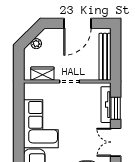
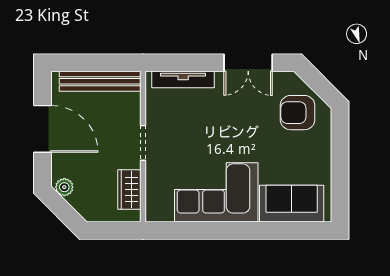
plant: (36, 44) -> (64, 187), moved
window: (116, 108) -> (189, 63), removed

